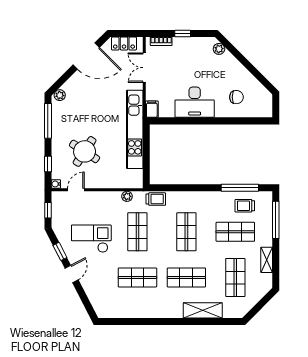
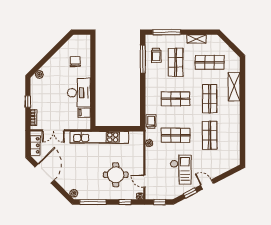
filing cabinet: (152, 109) -> (84, 113), moved
round table: (85, 151) -> (116, 175), turned -33
checkout: (91, 239) -> (181, 170), turned 180

